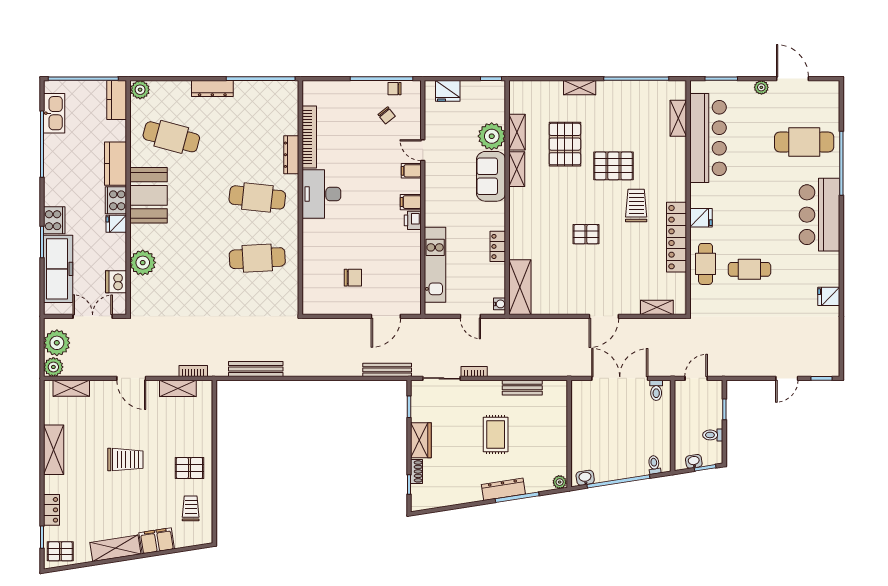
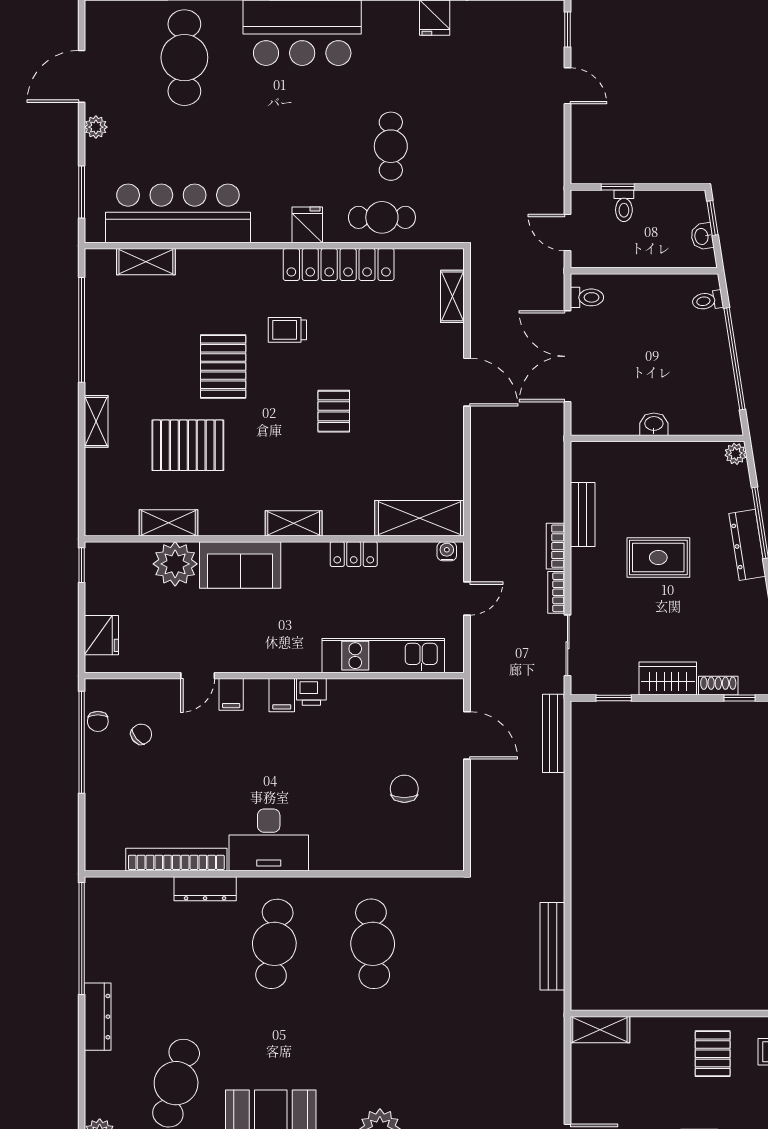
shelving: (517, 169) -> (294, 523), moved
trolley: (636, 206) -> (287, 330), width x0.73, depth x0.72
bookcase: (193, 371) -> (556, 546), moved
shelving: (178, 388) -> (600, 1030), moved, turned 90
toilet: (713, 435) -> (624, 206), moved
washbasin: (585, 478) -> (654, 424), moved, turned 99

